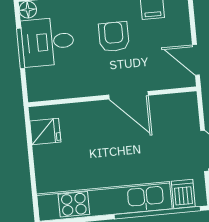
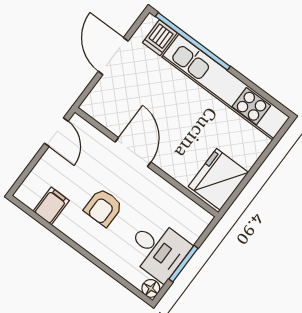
fridge: (45, 131) -> (218, 179), width x1.88, depth x1.34

